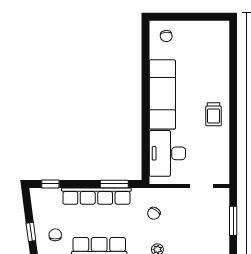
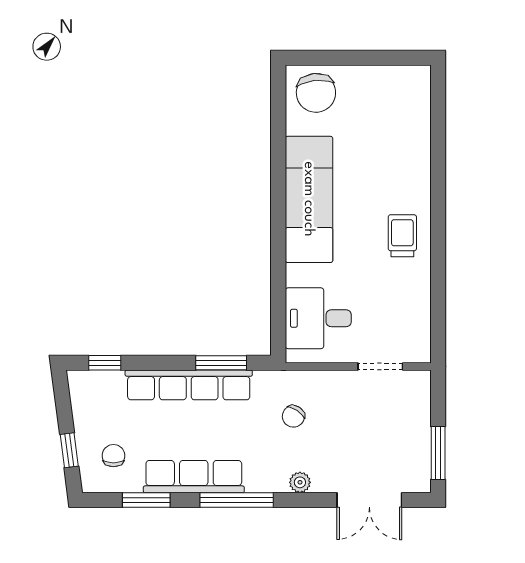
chair: (166, 36) -> (316, 93), width x1.87, depth x1.87
trolley: (214, 114) -> (402, 236), turned 180
desk: (167, 153) -> (318, 318), width x0.73
window: (233, 221) -> (438, 453), moved

